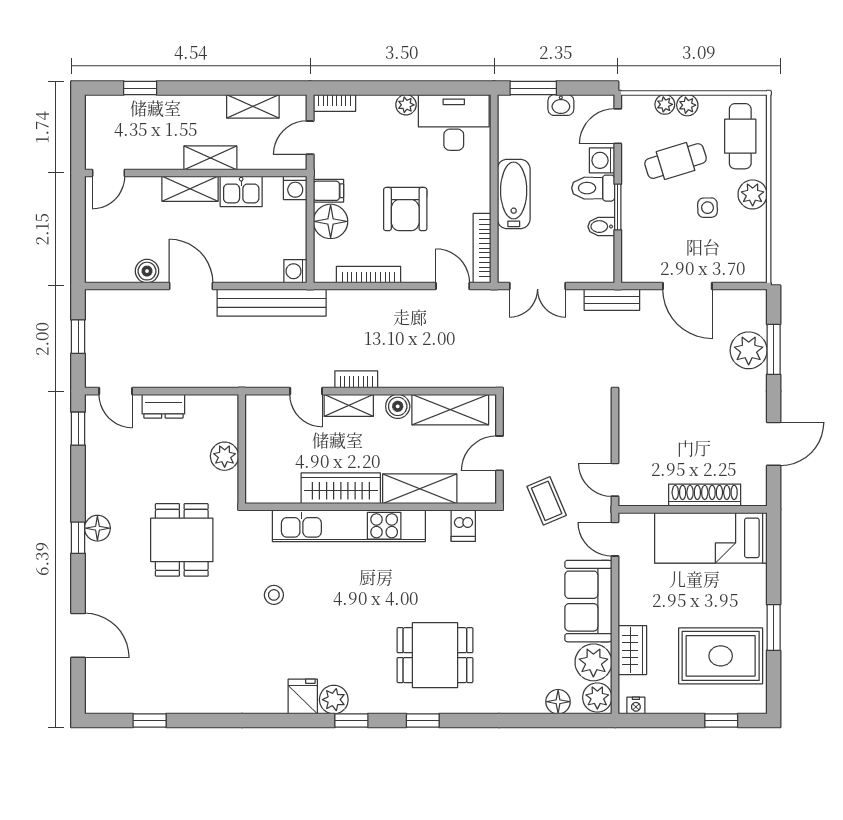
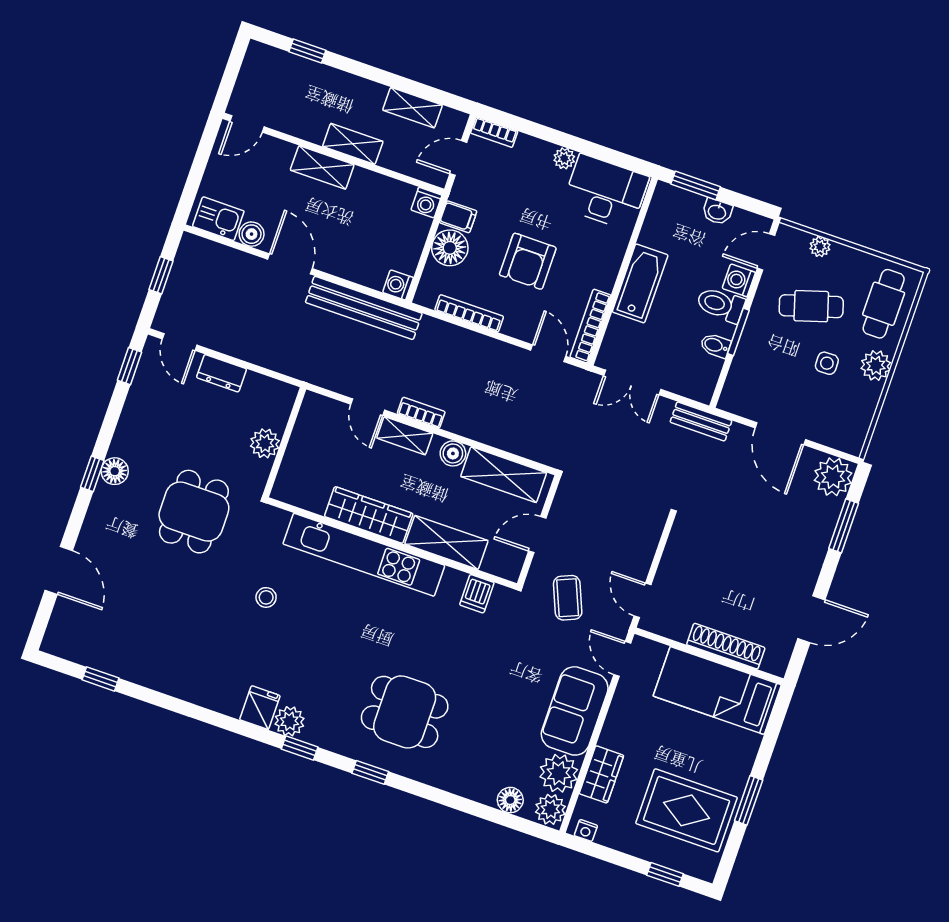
plant: (687, 105) -> (842, 255), removed
kitchen sink: (241, 191) -> (218, 219), moved, turned 180
plant: (749, 350) -> (833, 477), moved

